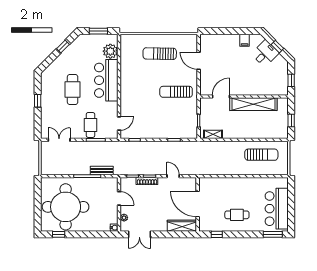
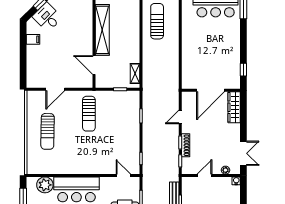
cafe table: (237, 215) -> (222, 48), removed

